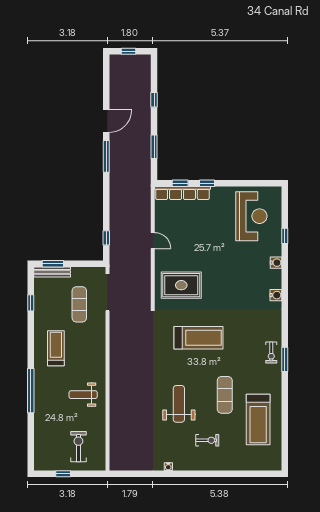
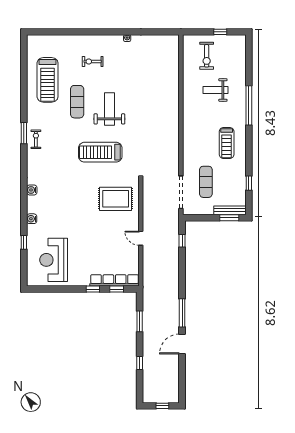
weight bench: (83, 395) -> (215, 90), moved, turned 180
weight bench: (179, 404) -> (109, 109), moved, turned 180
treadmill: (258, 419) -> (48, 80), turned 180

